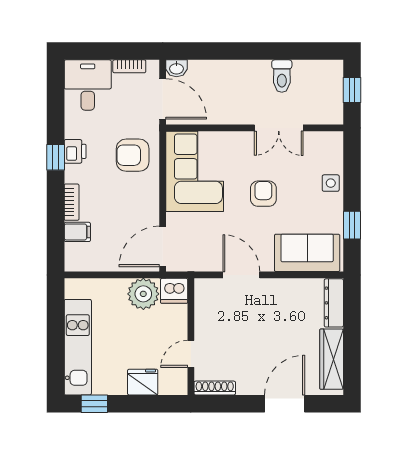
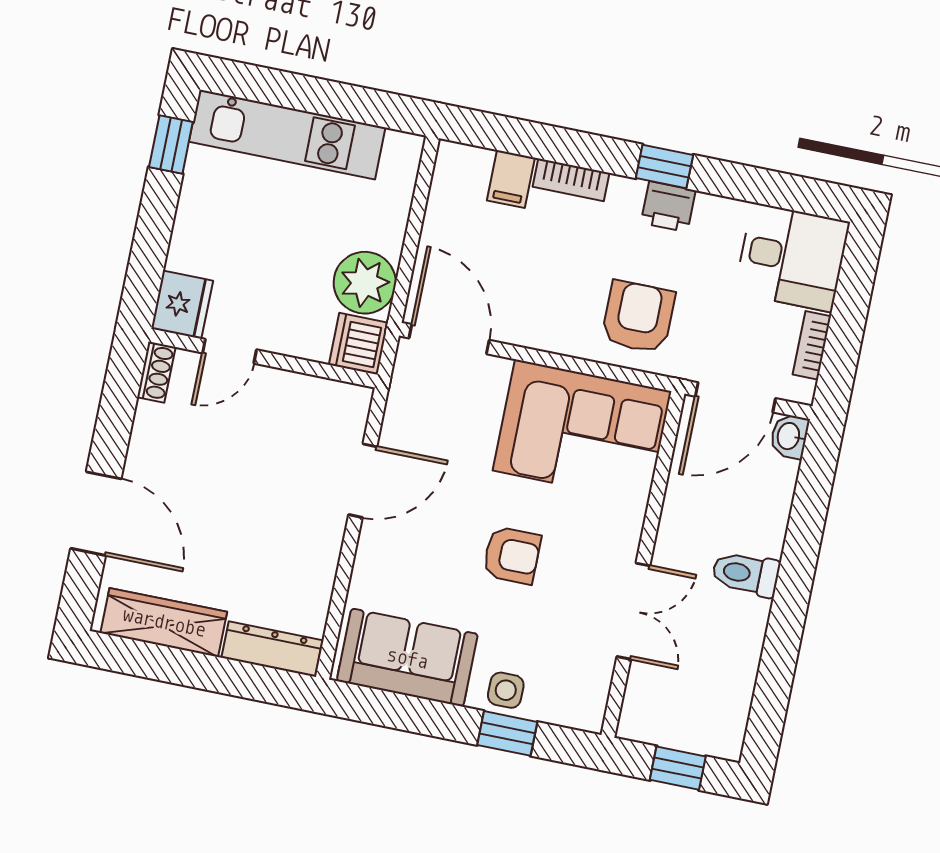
toilet: (282, 76) -> (746, 574), moved
double door: (279, 128) -> (633, 611), swing flipped
window: (352, 225) -> (507, 733), moved
sofa: (307, 253) -> (407, 658), moved, turned -90
door: (191, 354) -> (230, 351), swing flipped
fridge: (143, 382) -> (182, 305), moved
shoe rack: (215, 388) -> (156, 372), width x0.70

